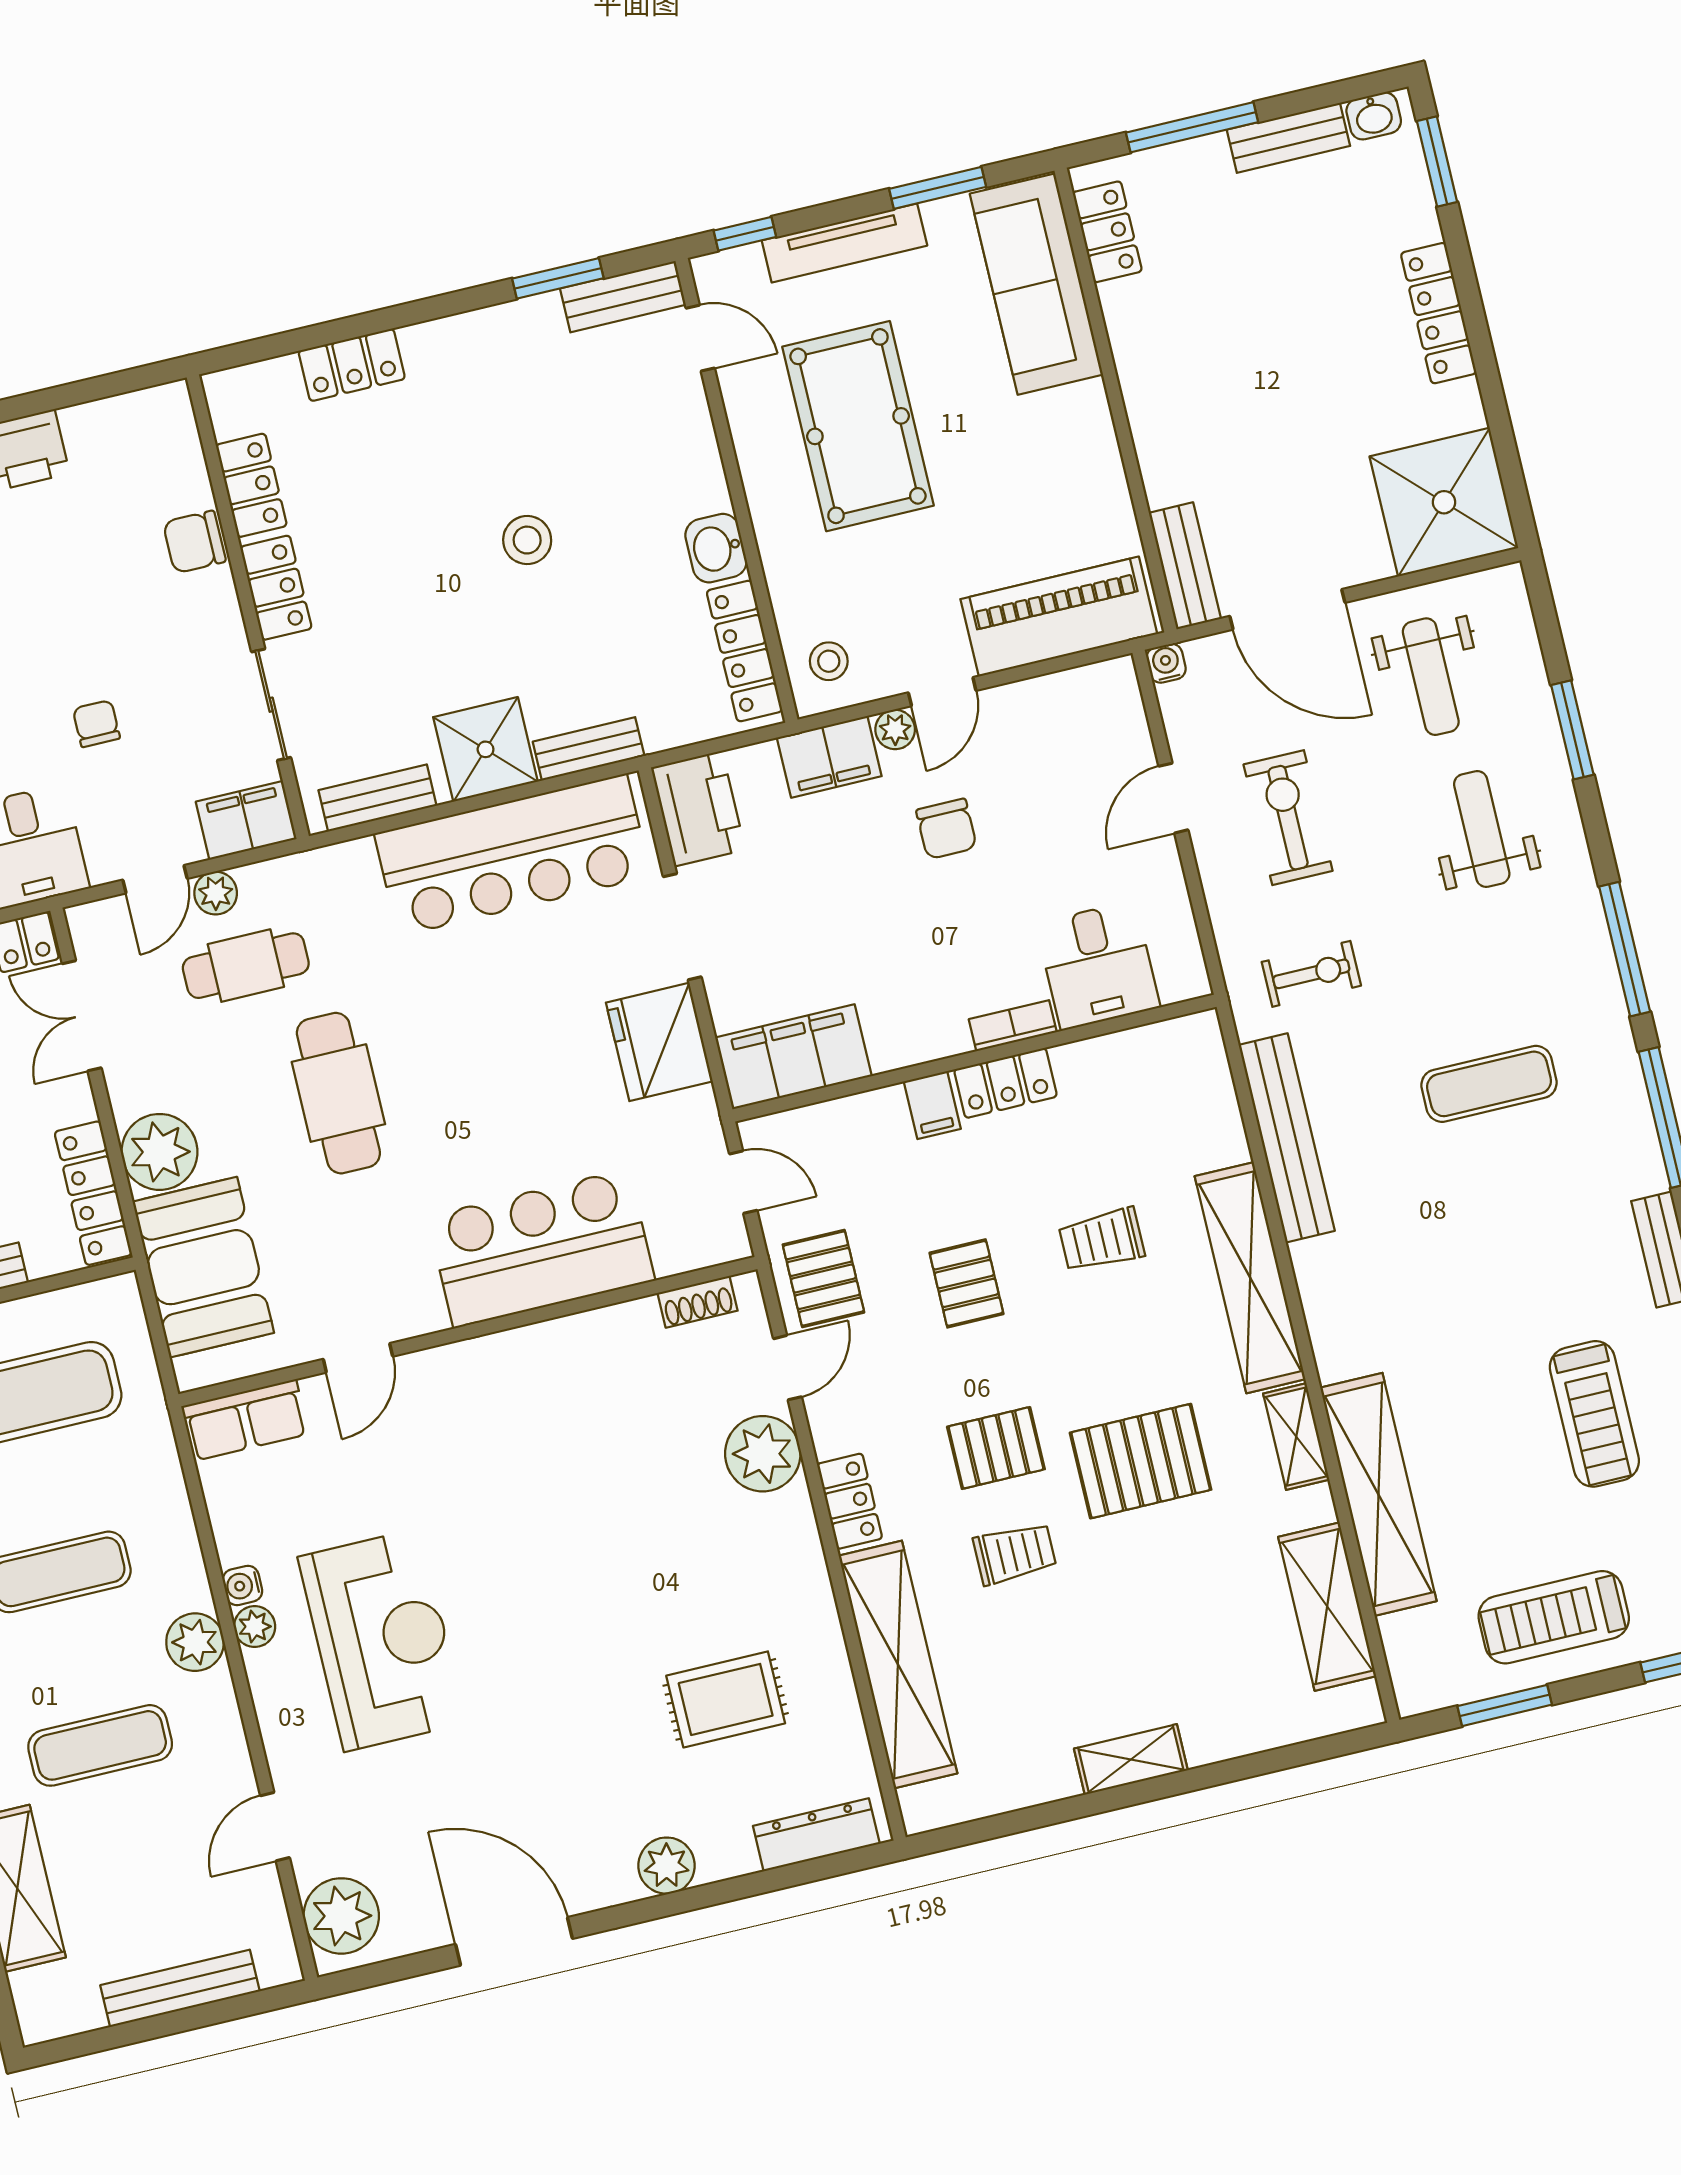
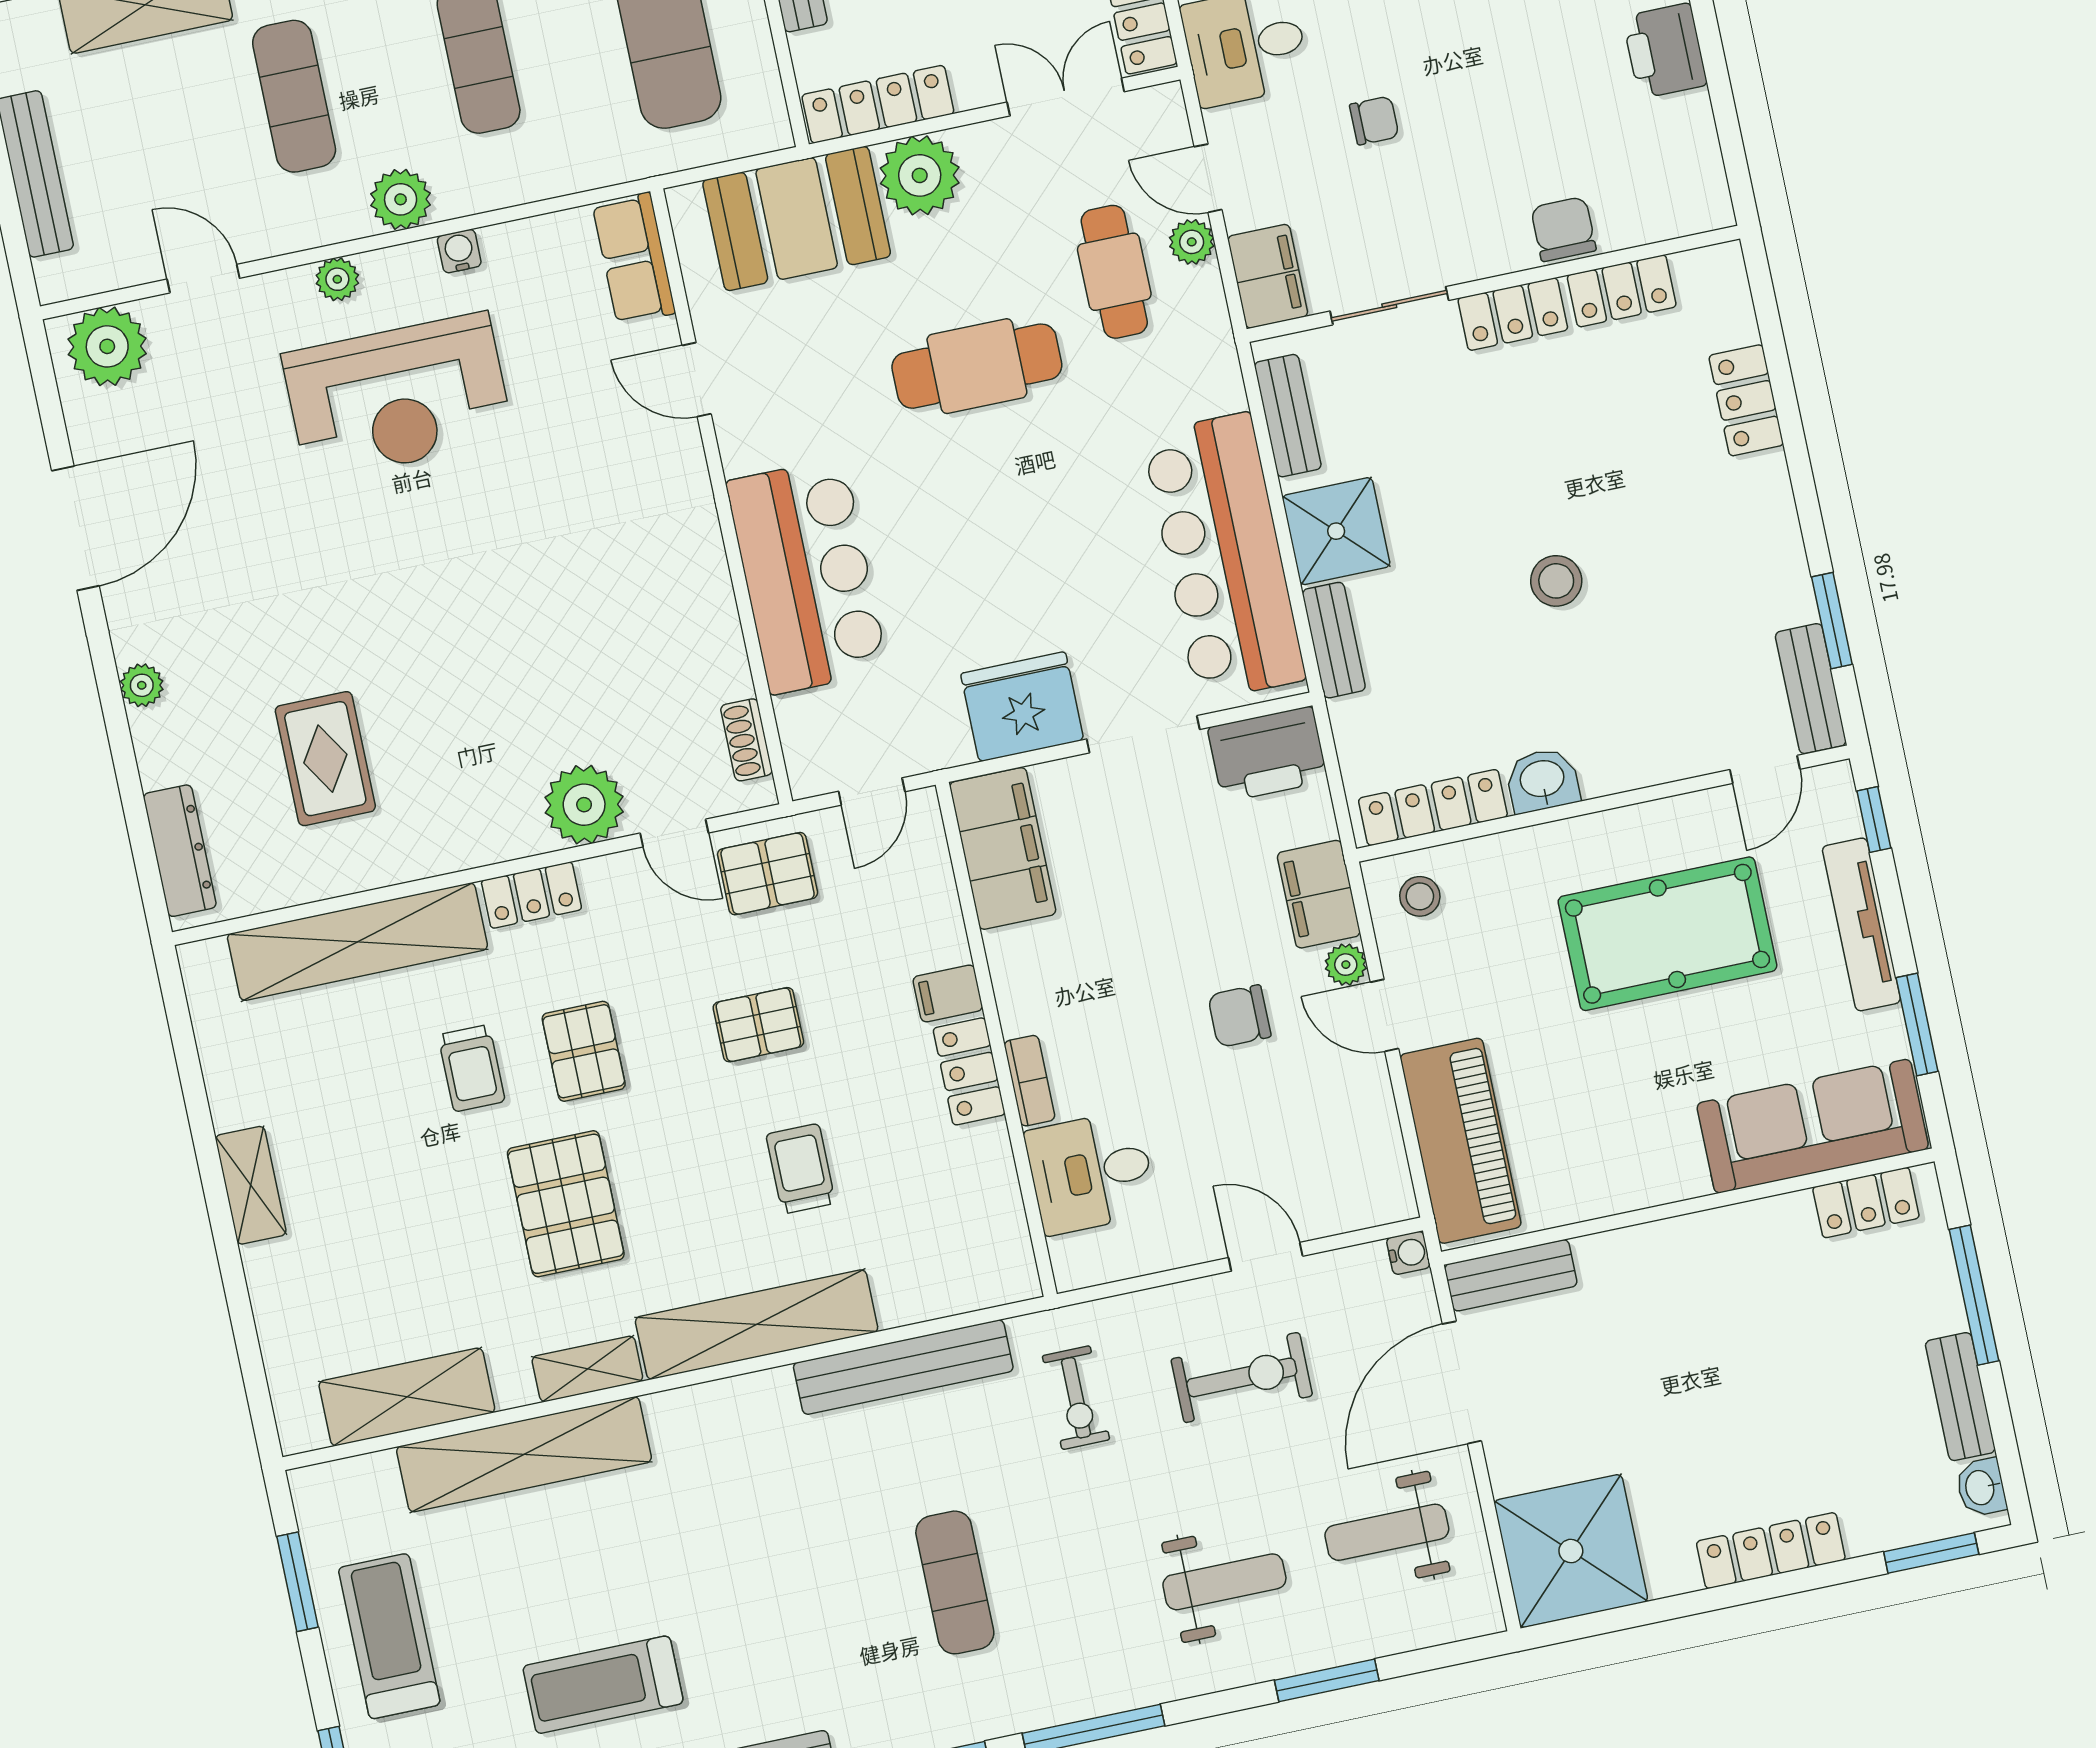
plant: (255, 1627) -> (337, 279), moved
plant: (667, 1866) -> (142, 685), width x0.73, depth x0.73

